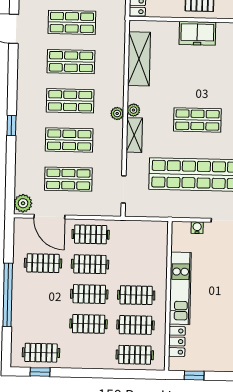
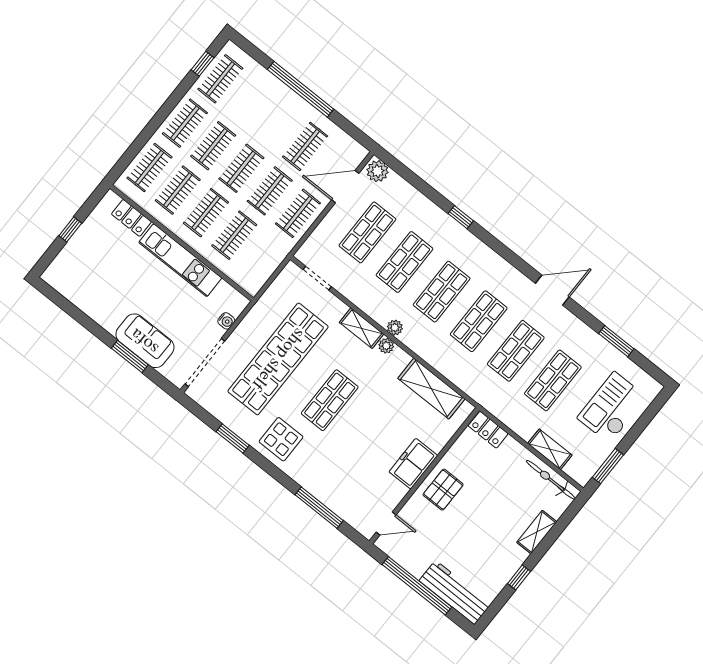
clothes rail: (137, 265) -> (234, 235), added
clothes rail: (88, 354) -> (185, 123), added
window: (194, 375) -> (70, 229), moved

